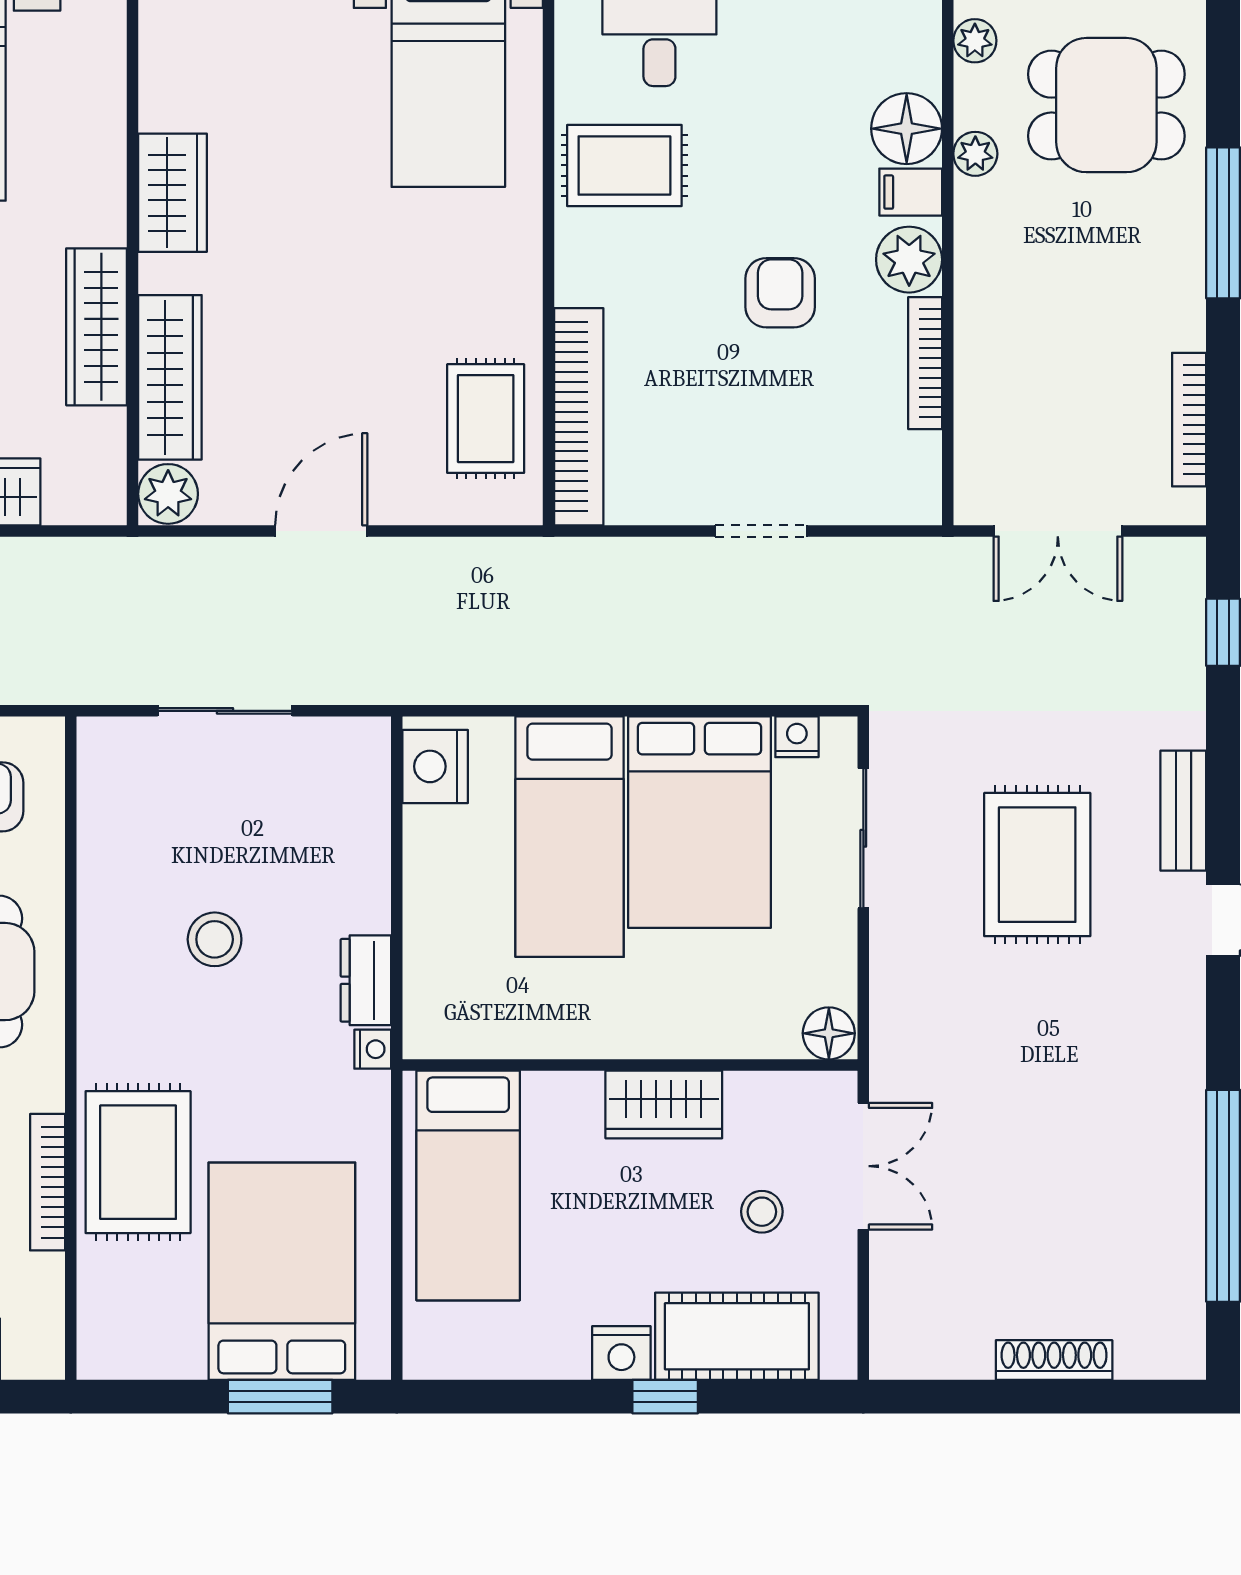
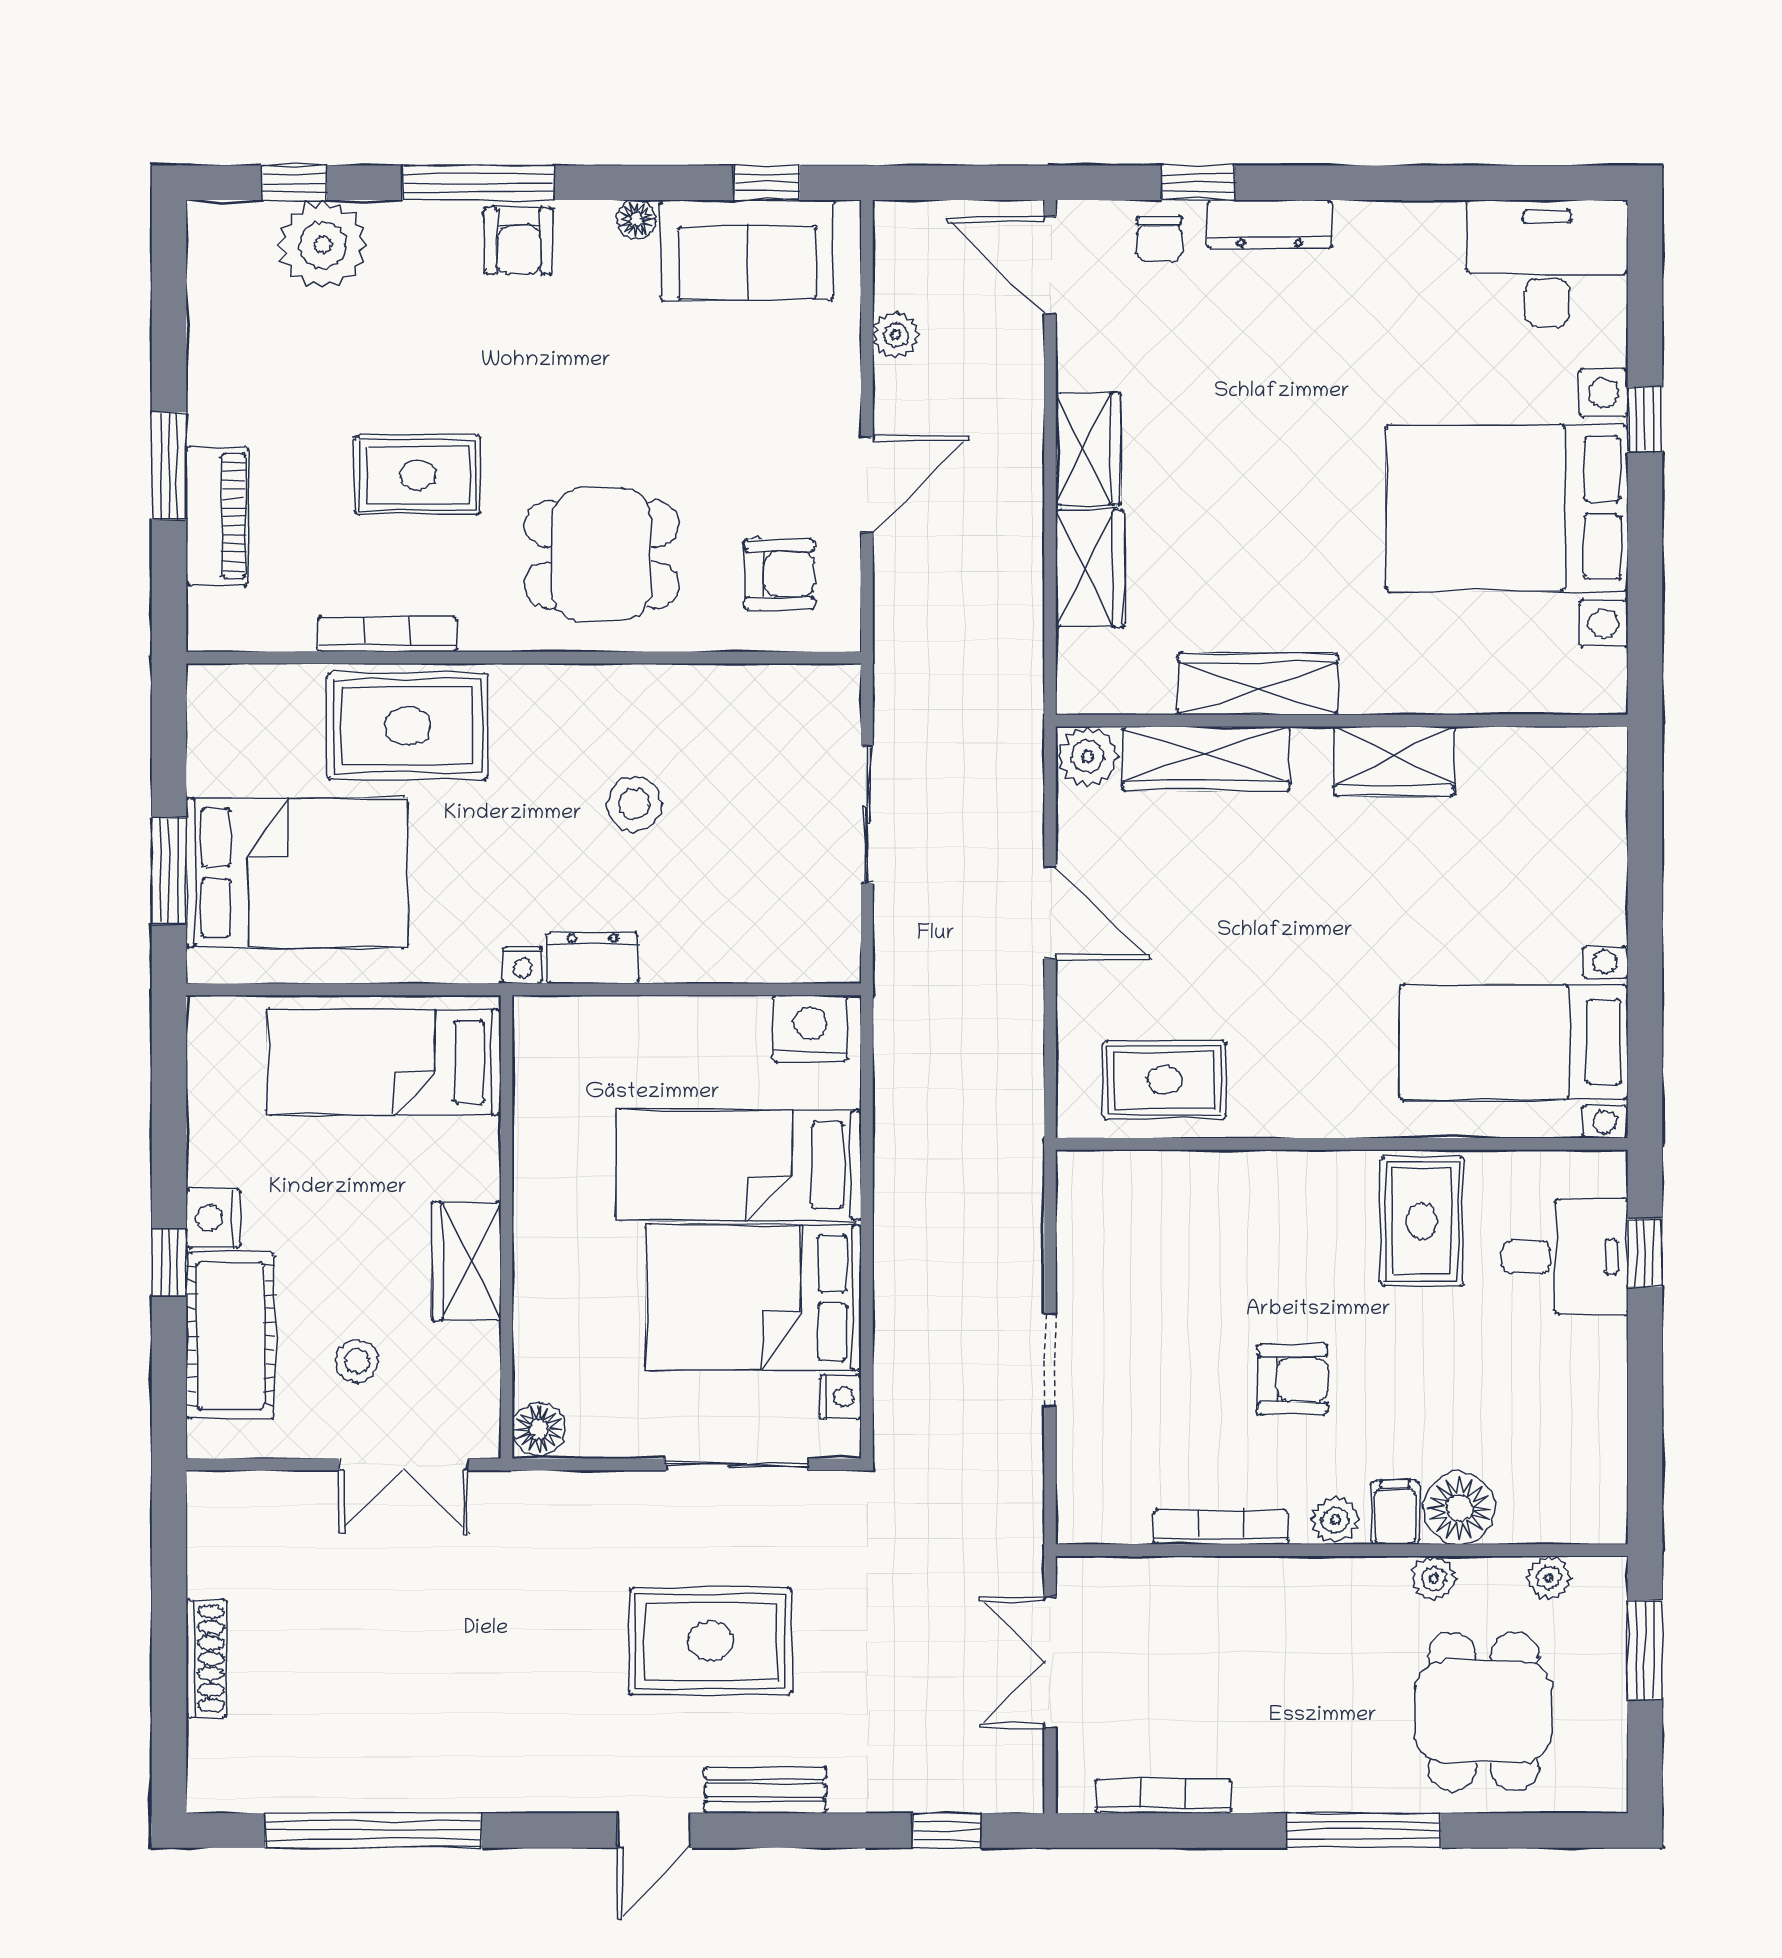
plant: (909, 260) -> (1335, 1520), width x0.73, depth x0.73
bookcase: (579, 417) -> (1166, 1175), removed

